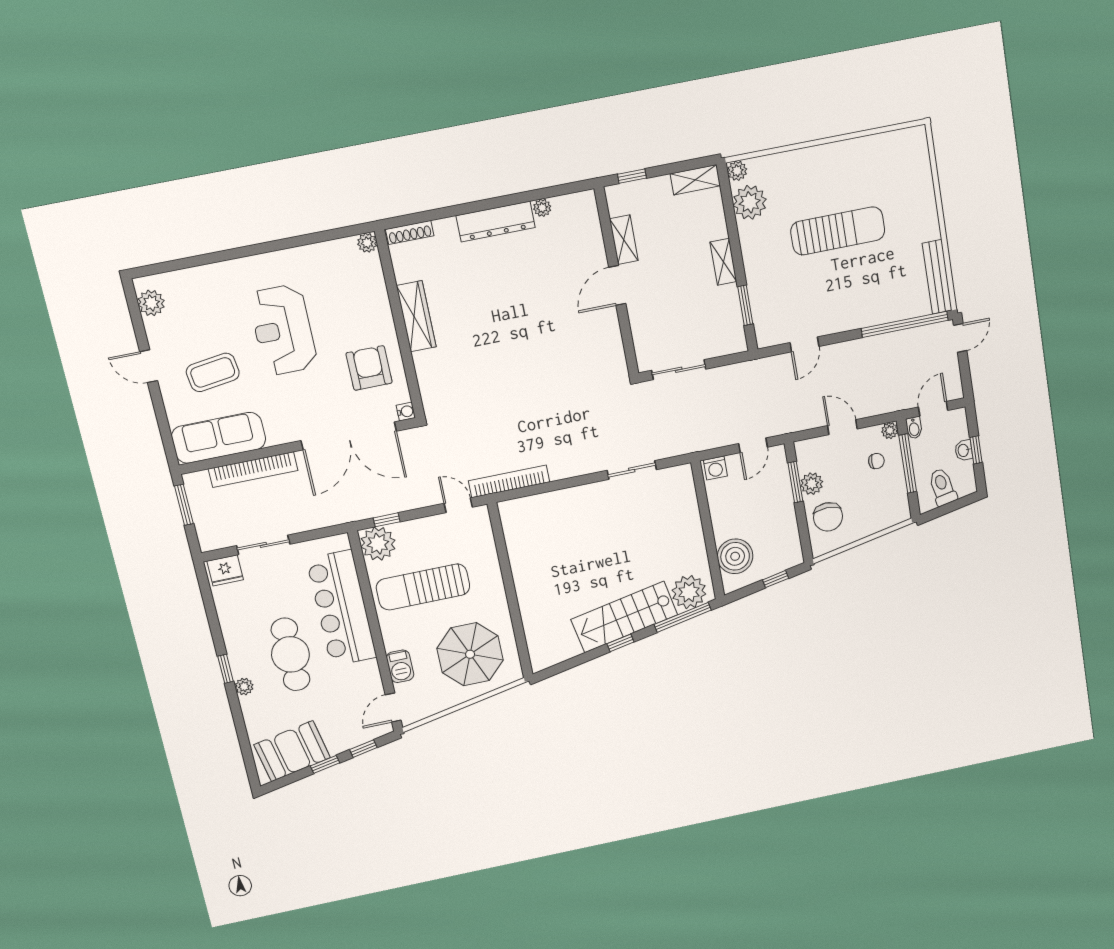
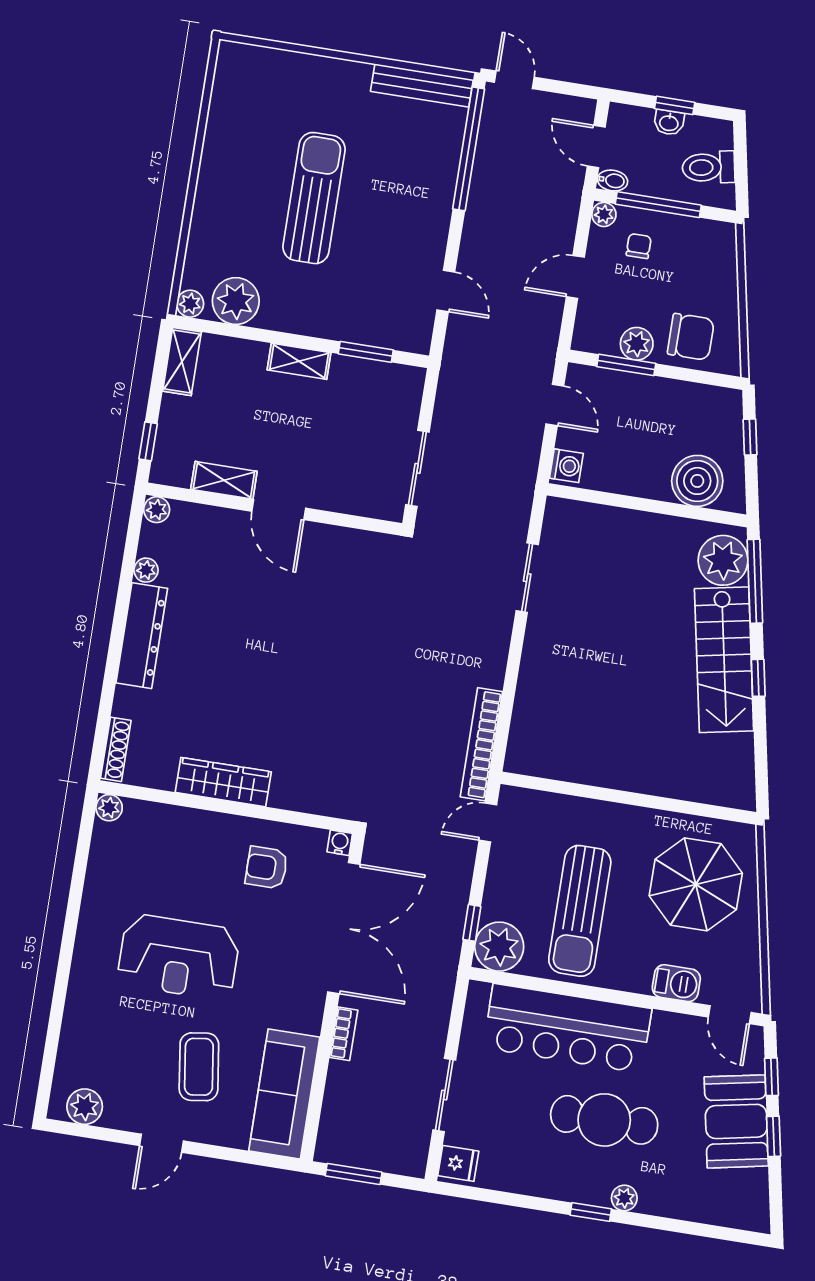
plant: (587, 200) -> (157, 510), added
armchair: (369, 368) -> (267, 868), width x0.72, depth x0.72
bookcase: (253, 470) -> (344, 1034), width x0.43, depth x0.76
fridge: (225, 570) -> (458, 1163), width x0.72
booth: (292, 751) -> (736, 1121), moved

